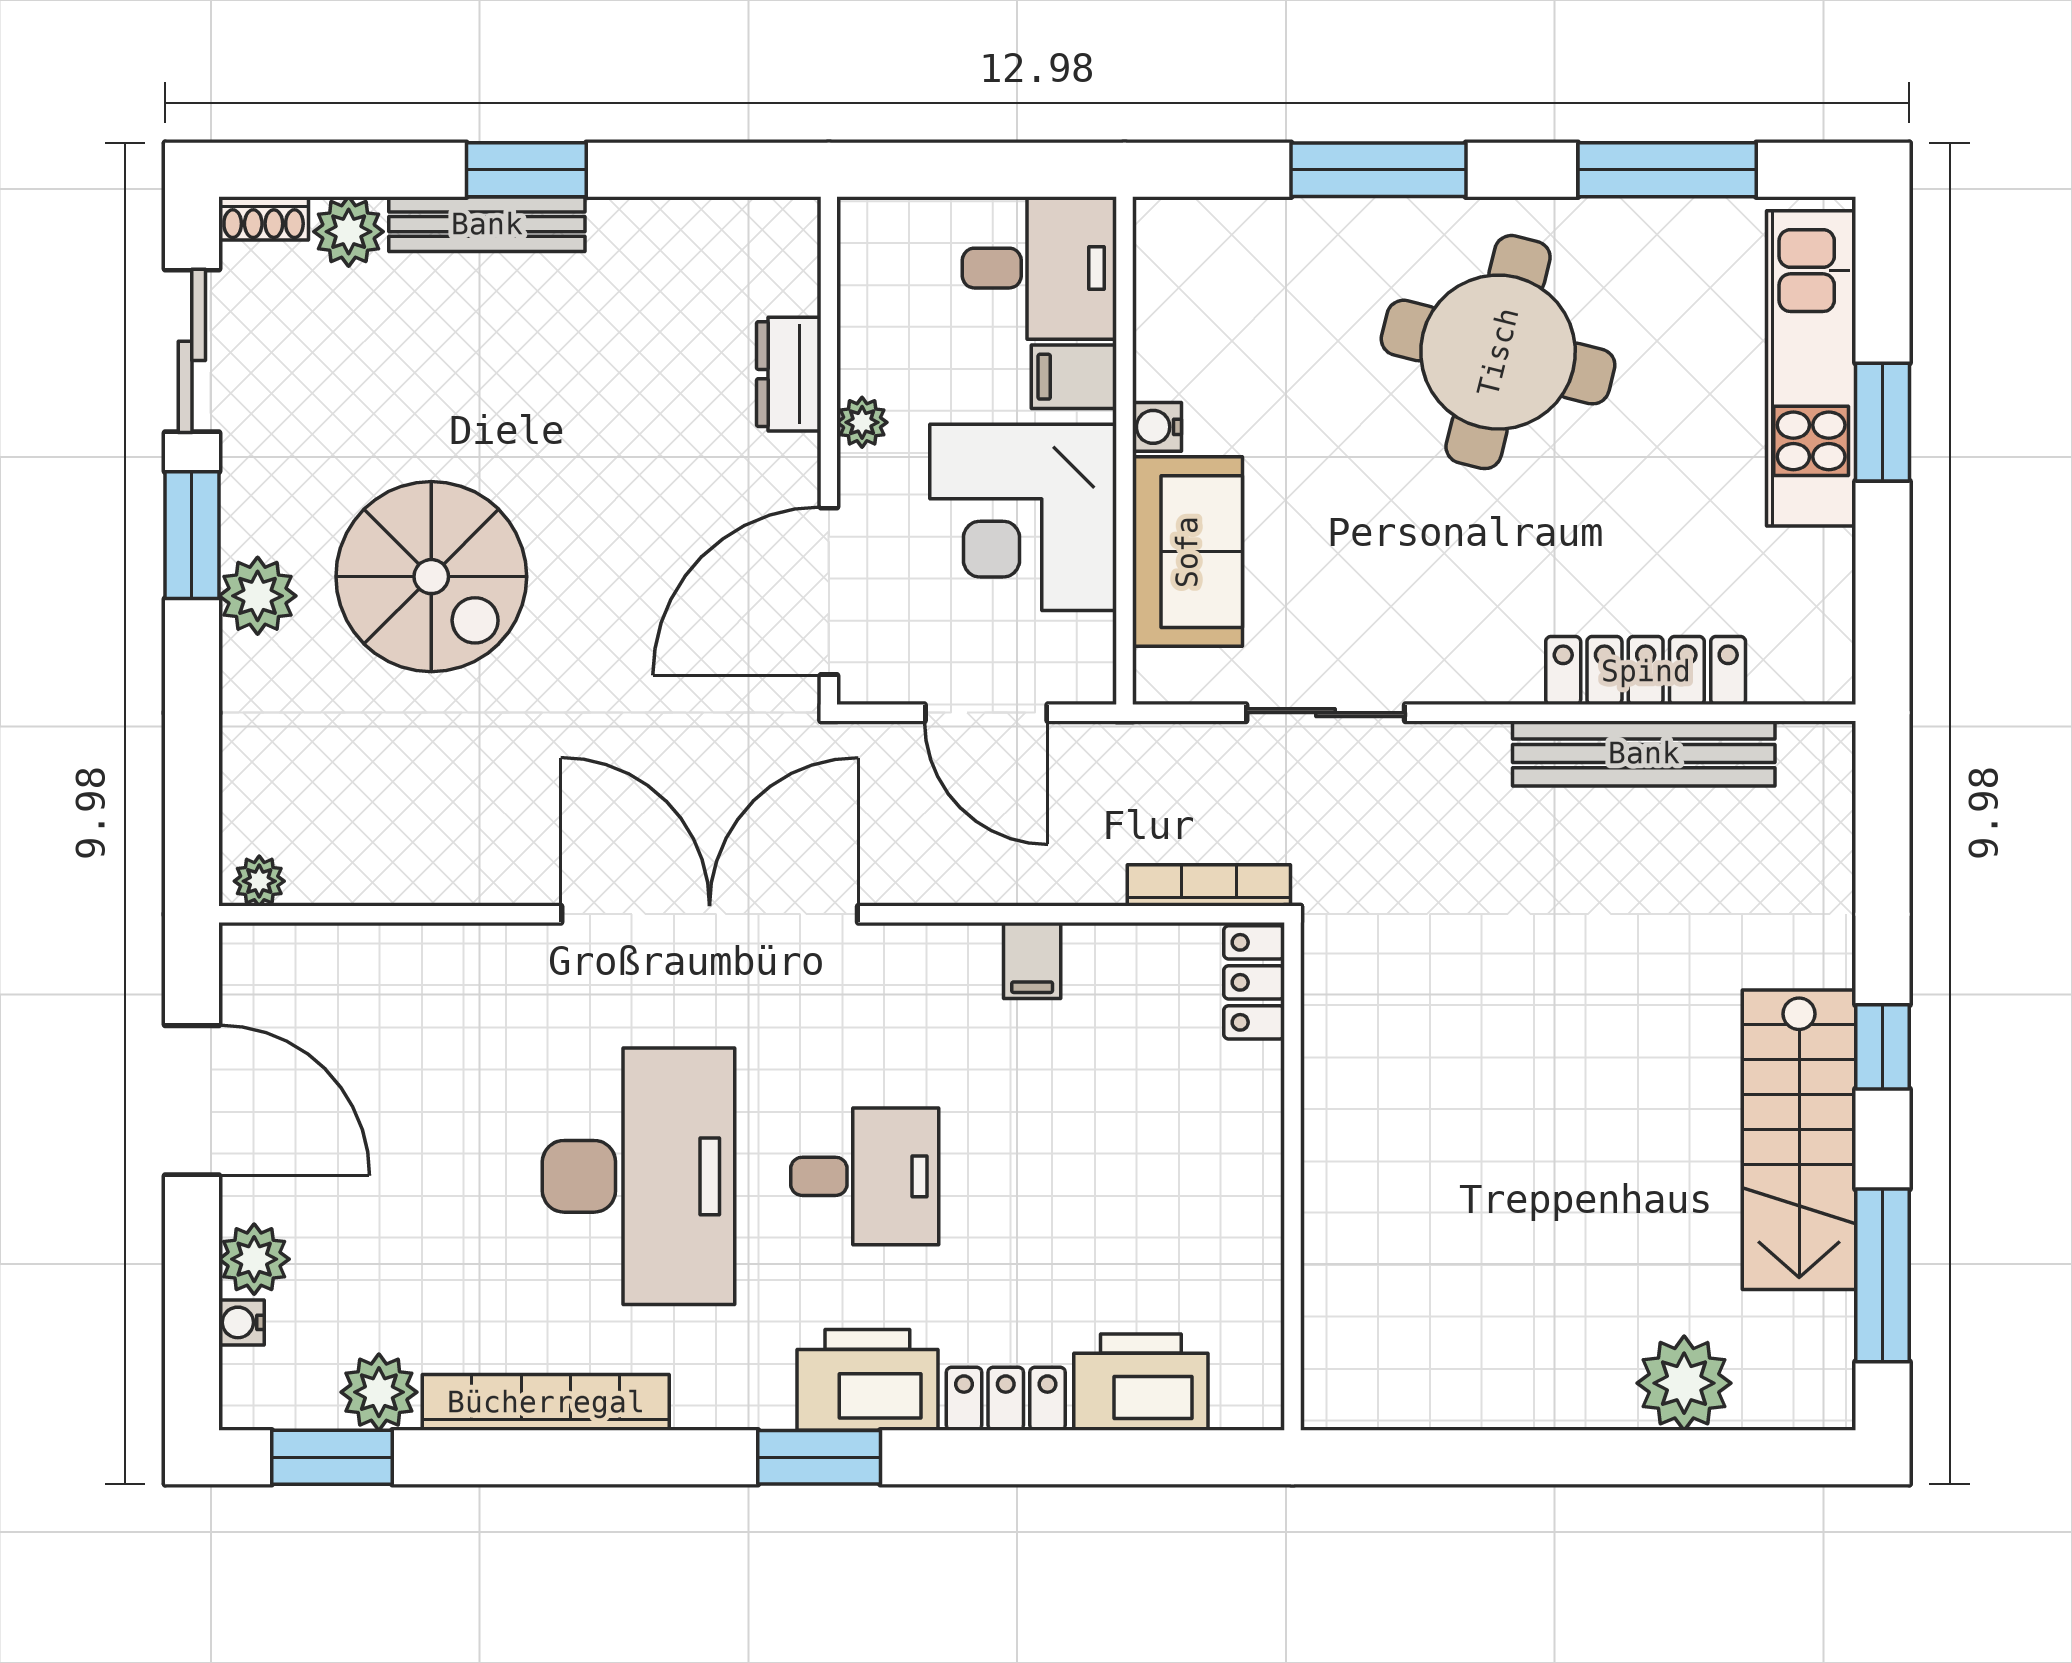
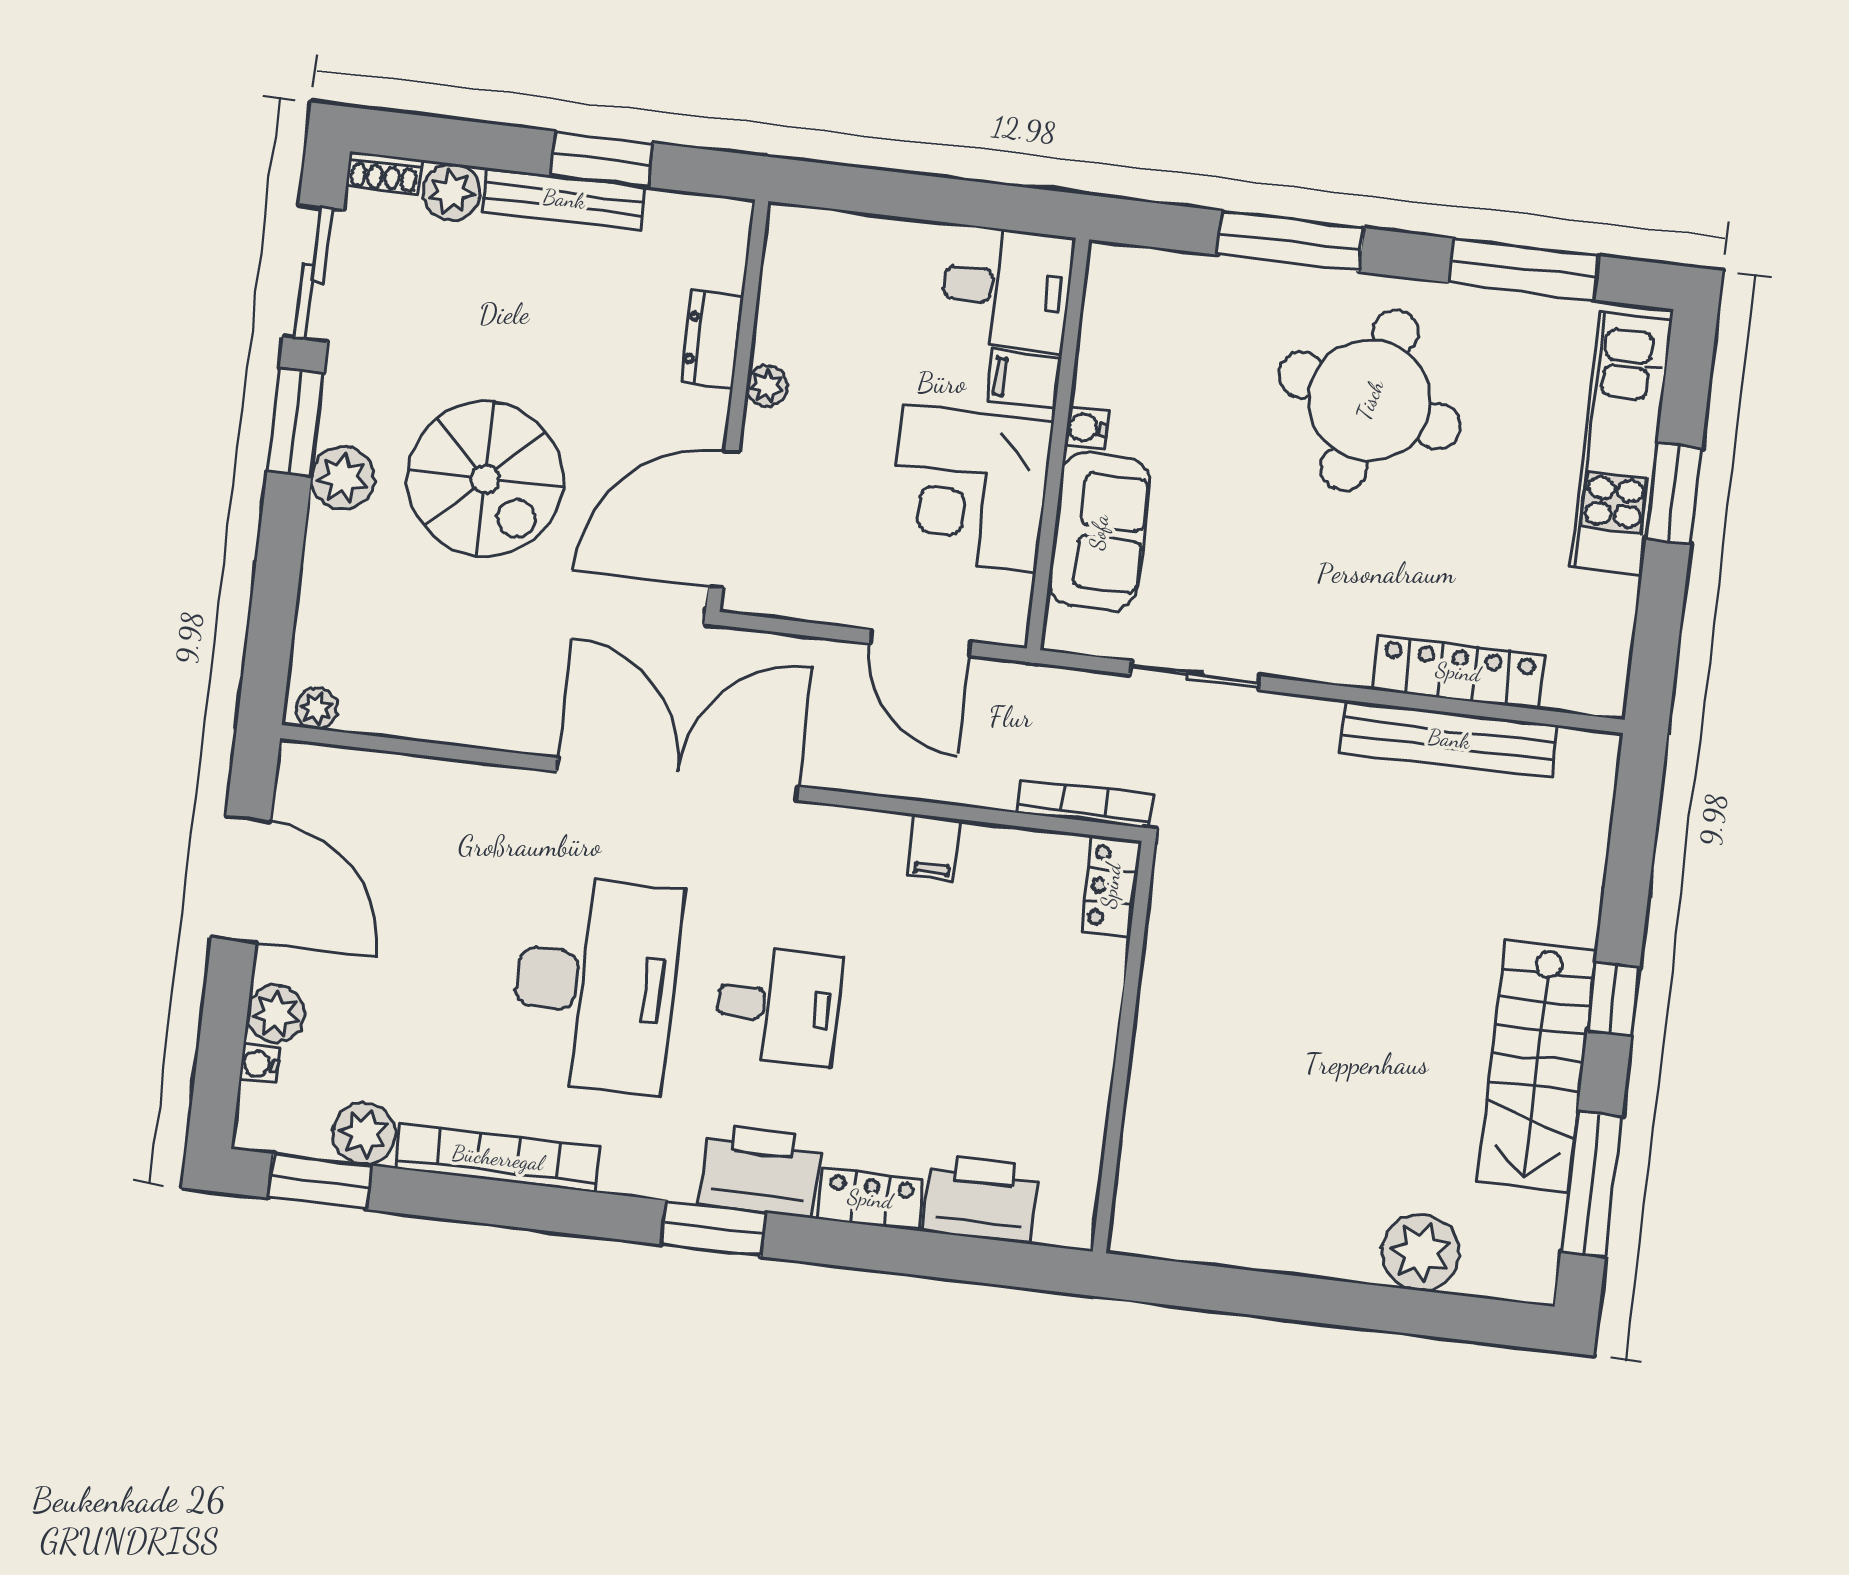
dresser: (789, 374) -> (712, 340), moved
plant: (862, 422) -> (767, 386), moved
wall: (829, 451) -> (737, 406), moved
door: (829, 591) -> (724, 519), moved

